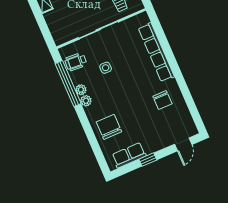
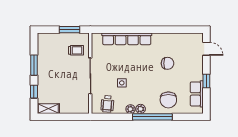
window: (68, 84) -> (152, 117), moved
chair: (162, 100) -> (168, 63), moved
chair: (109, 127) -> (168, 100), turned -90

